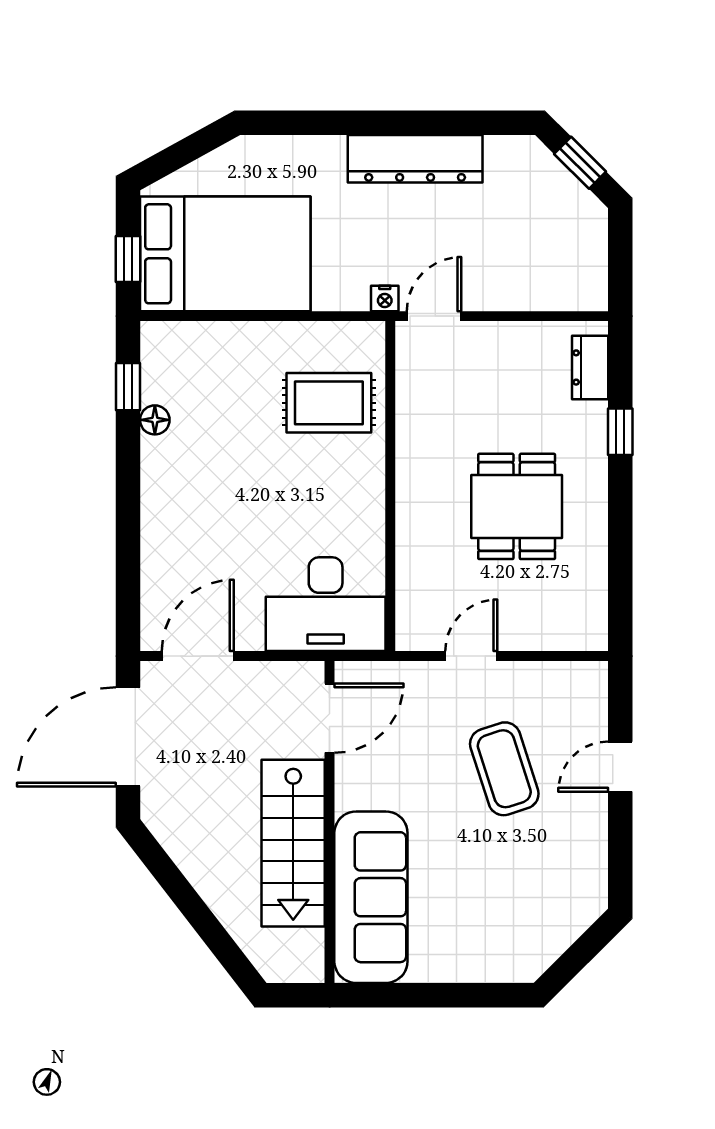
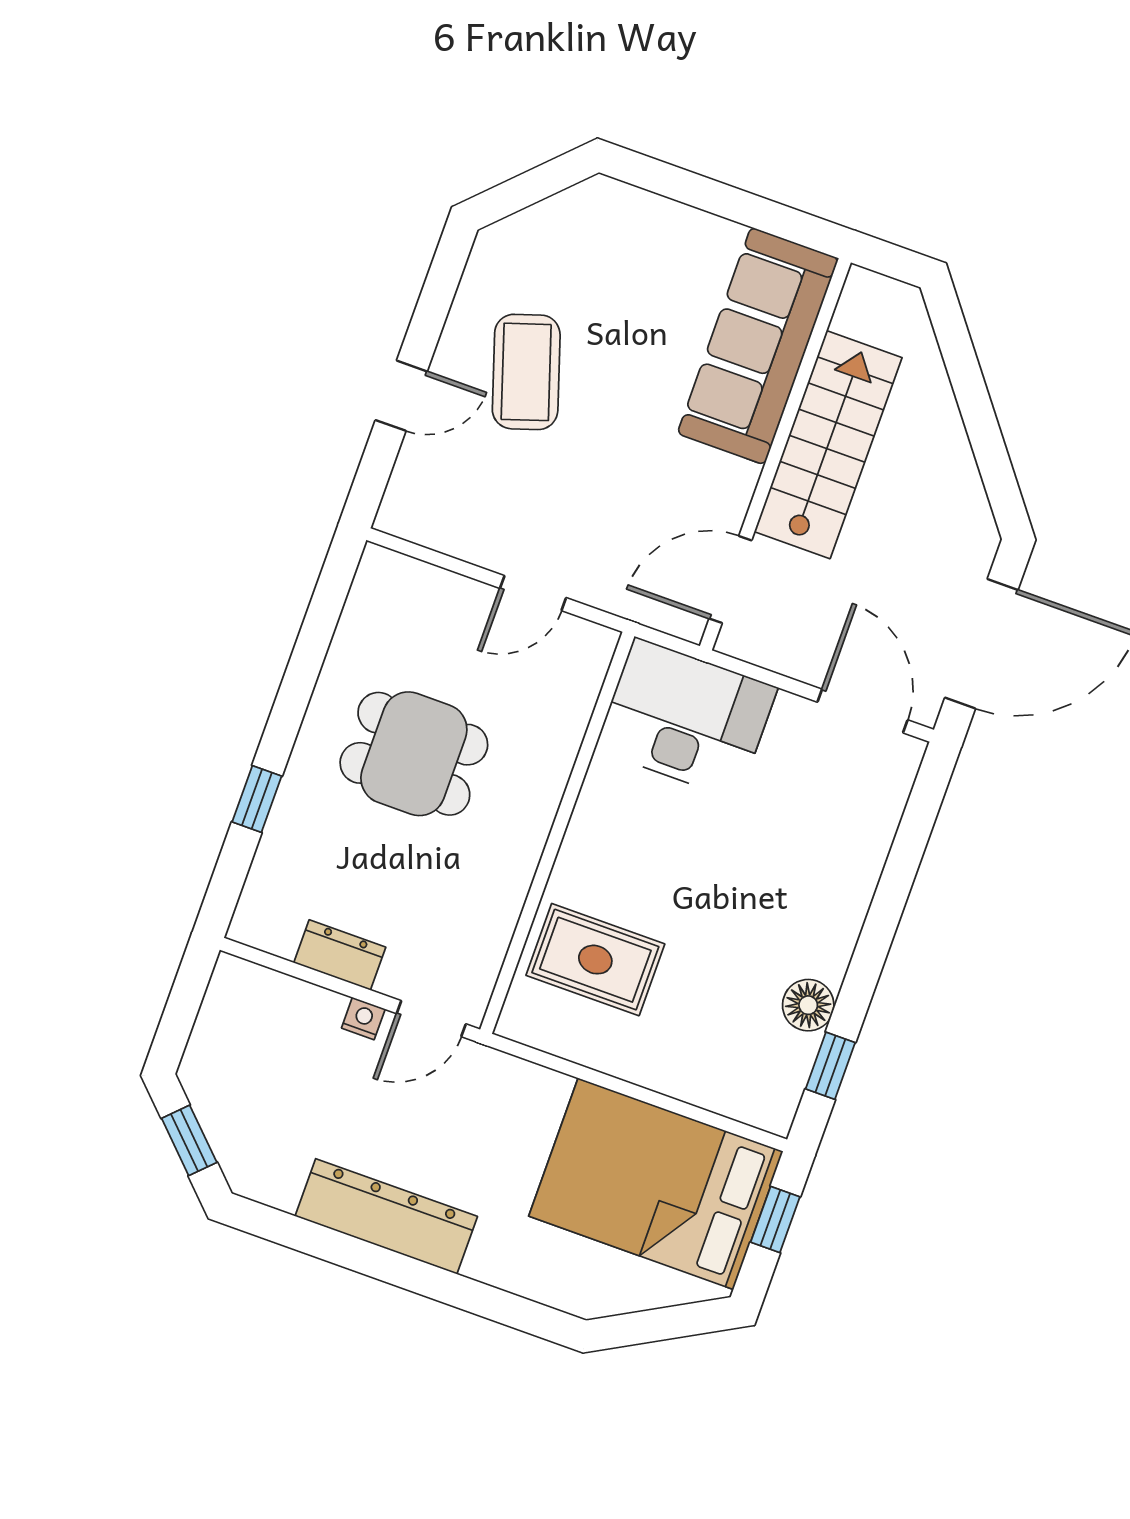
nightstand: (385, 298) -> (363, 1018), moved
dresser: (590, 367) -> (340, 955), moved, turned -90
floor lamp: (155, 420) -> (808, 1005), width x1.37, depth x1.37
dining table: (517, 506) -> (414, 754), turned 90
door: (198, 656) -> (862, 711), swing flipped
coffee table: (504, 769) -> (526, 372), moved

